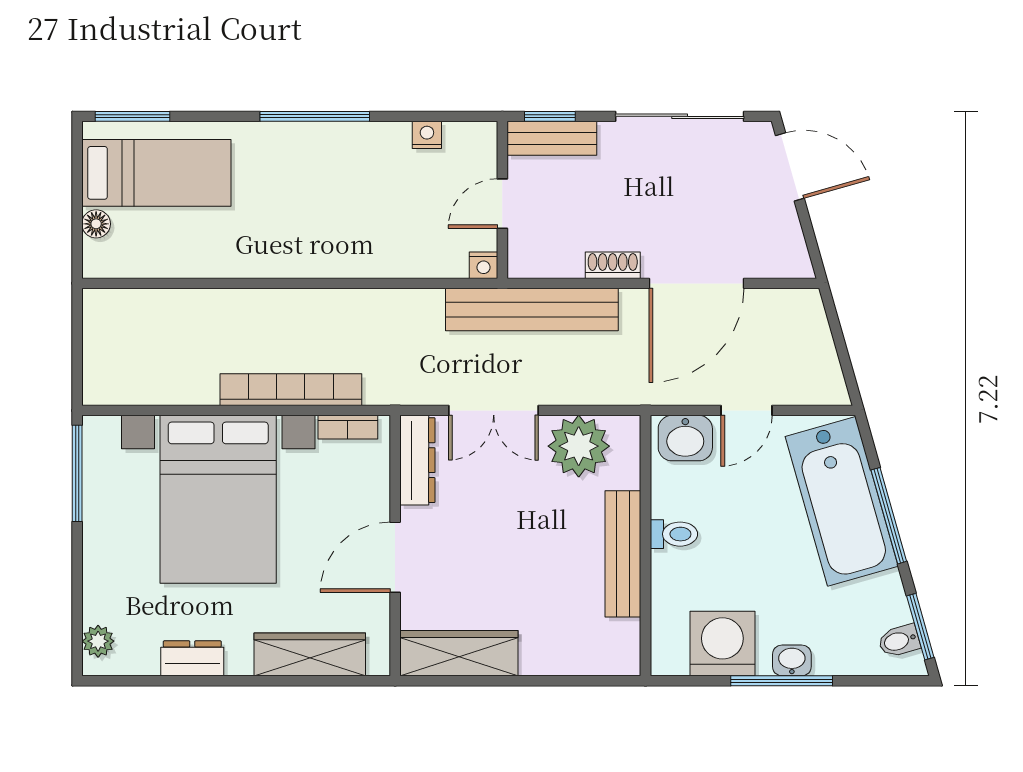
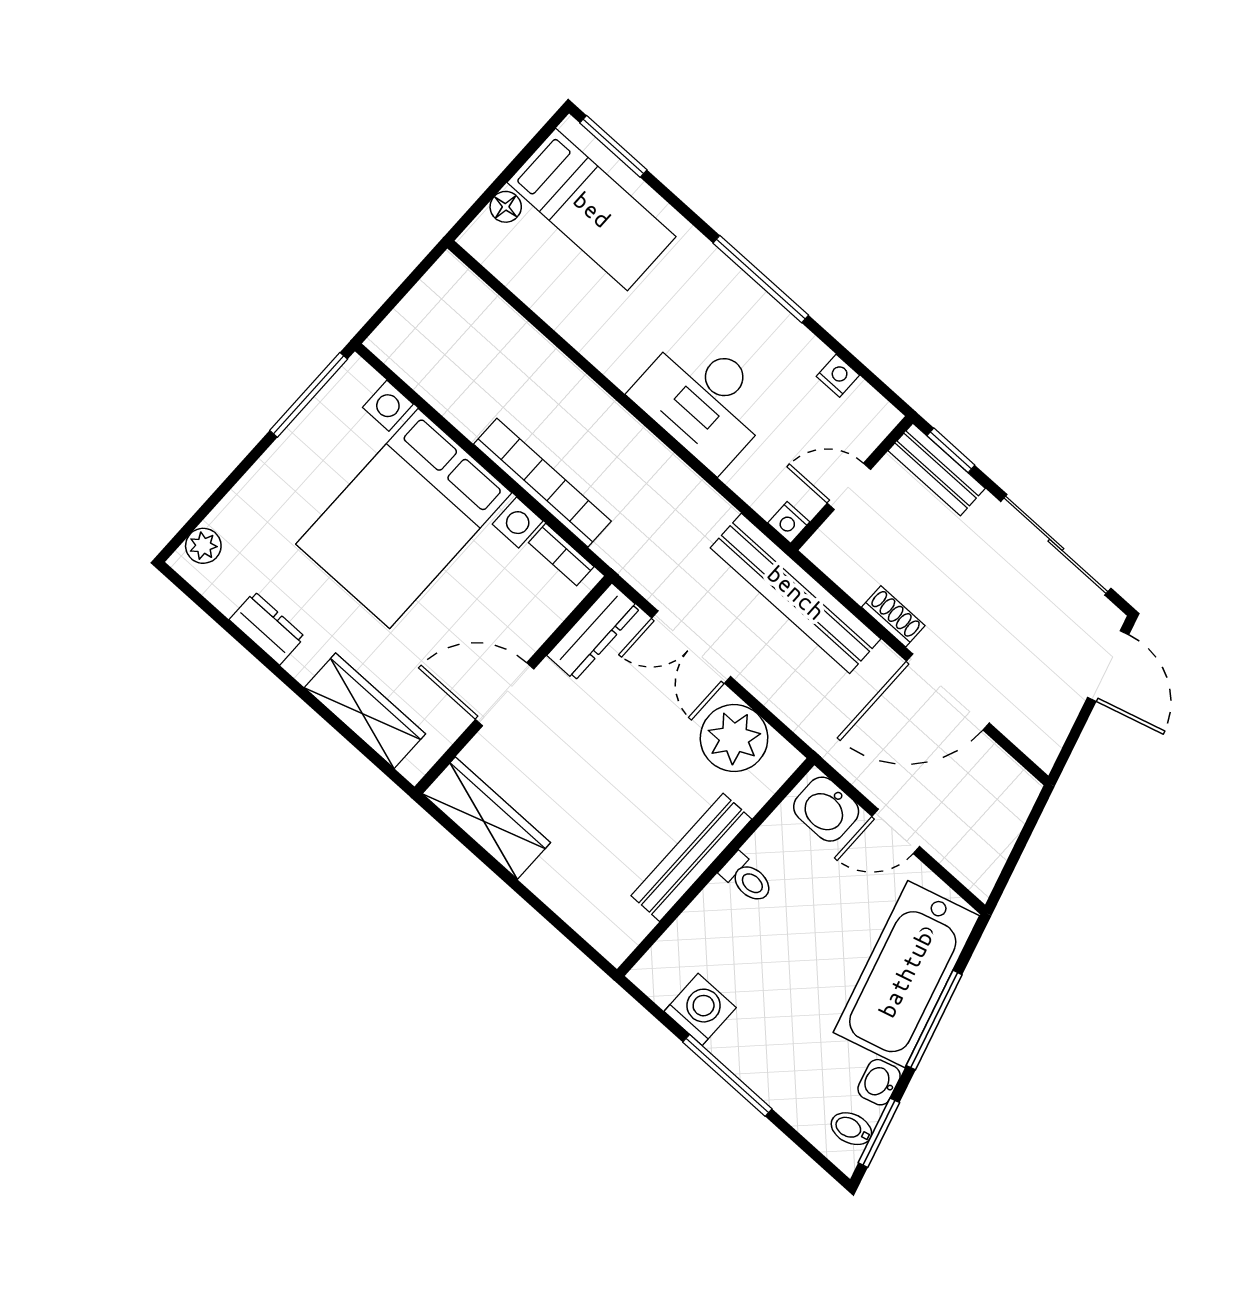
desk: (350, 234) -> (704, 400), added
washing machine: (722, 644) -> (700, 1009), width x0.73, depth x0.73
washbasin: (792, 660) -> (879, 1082), moved, turned -106

